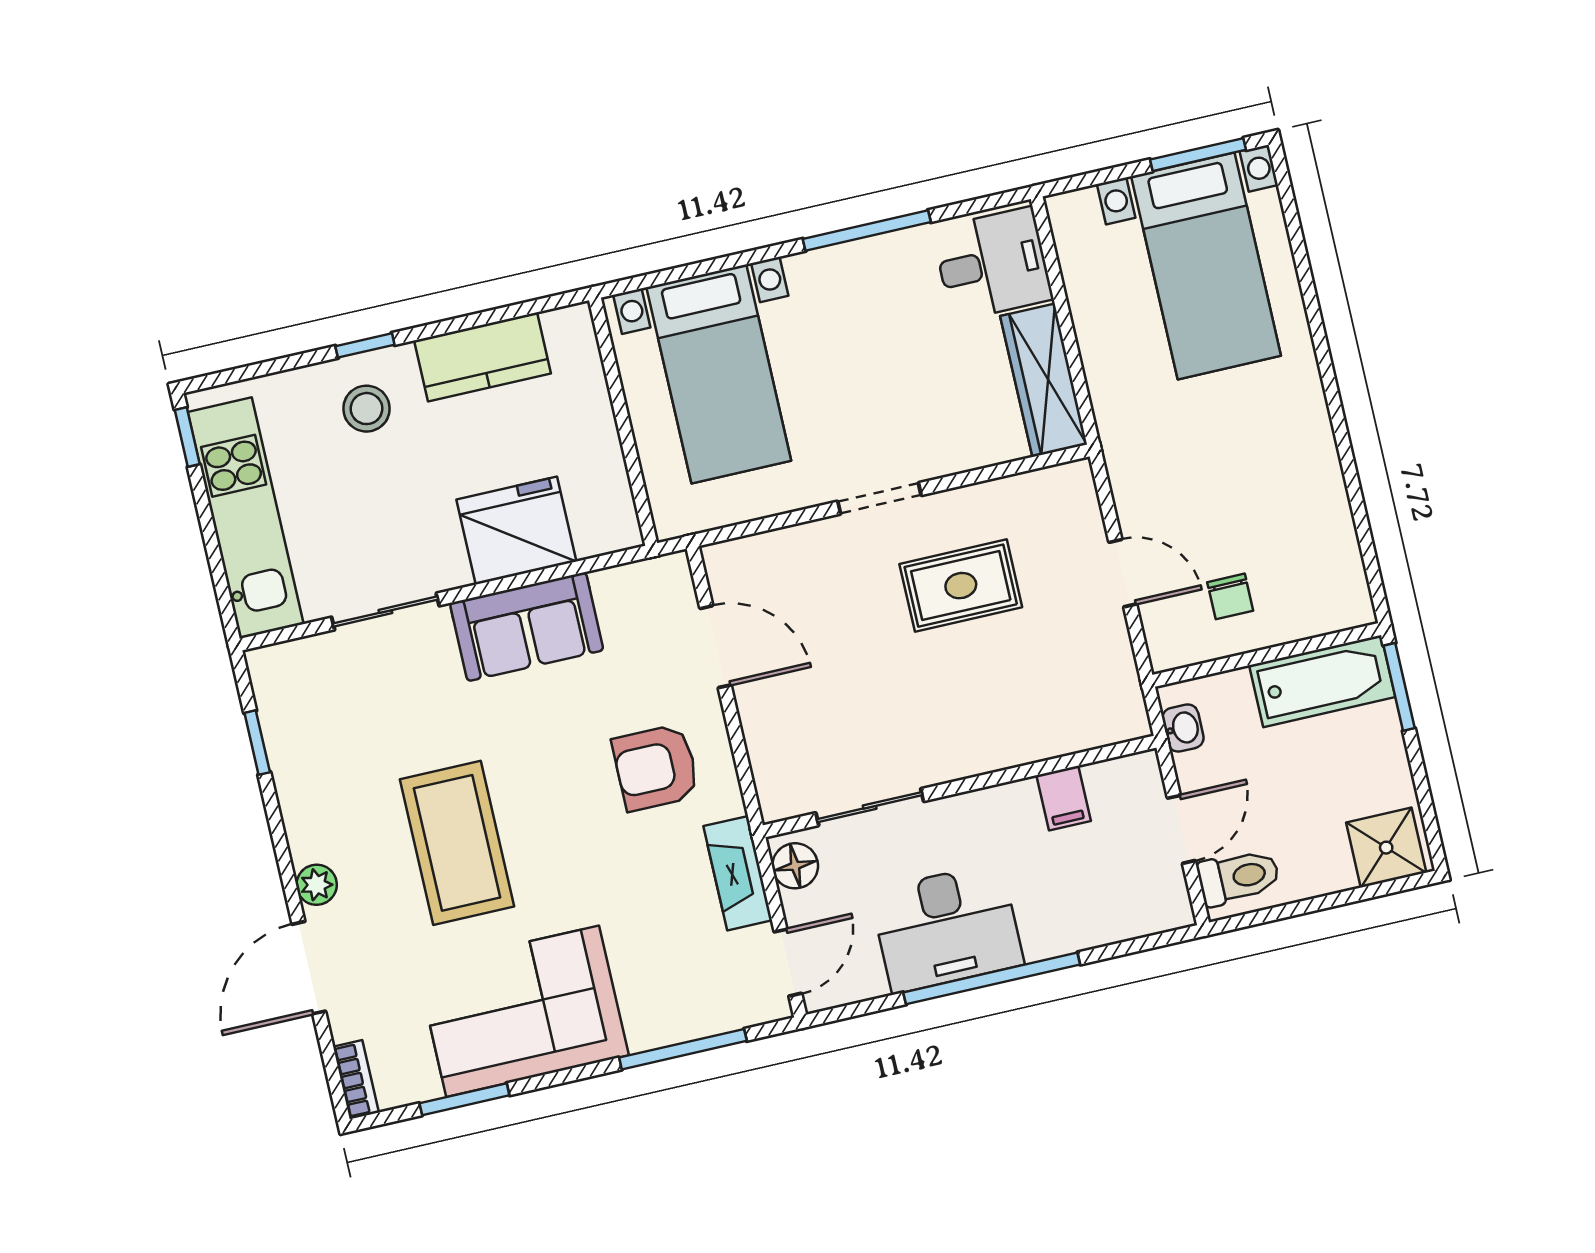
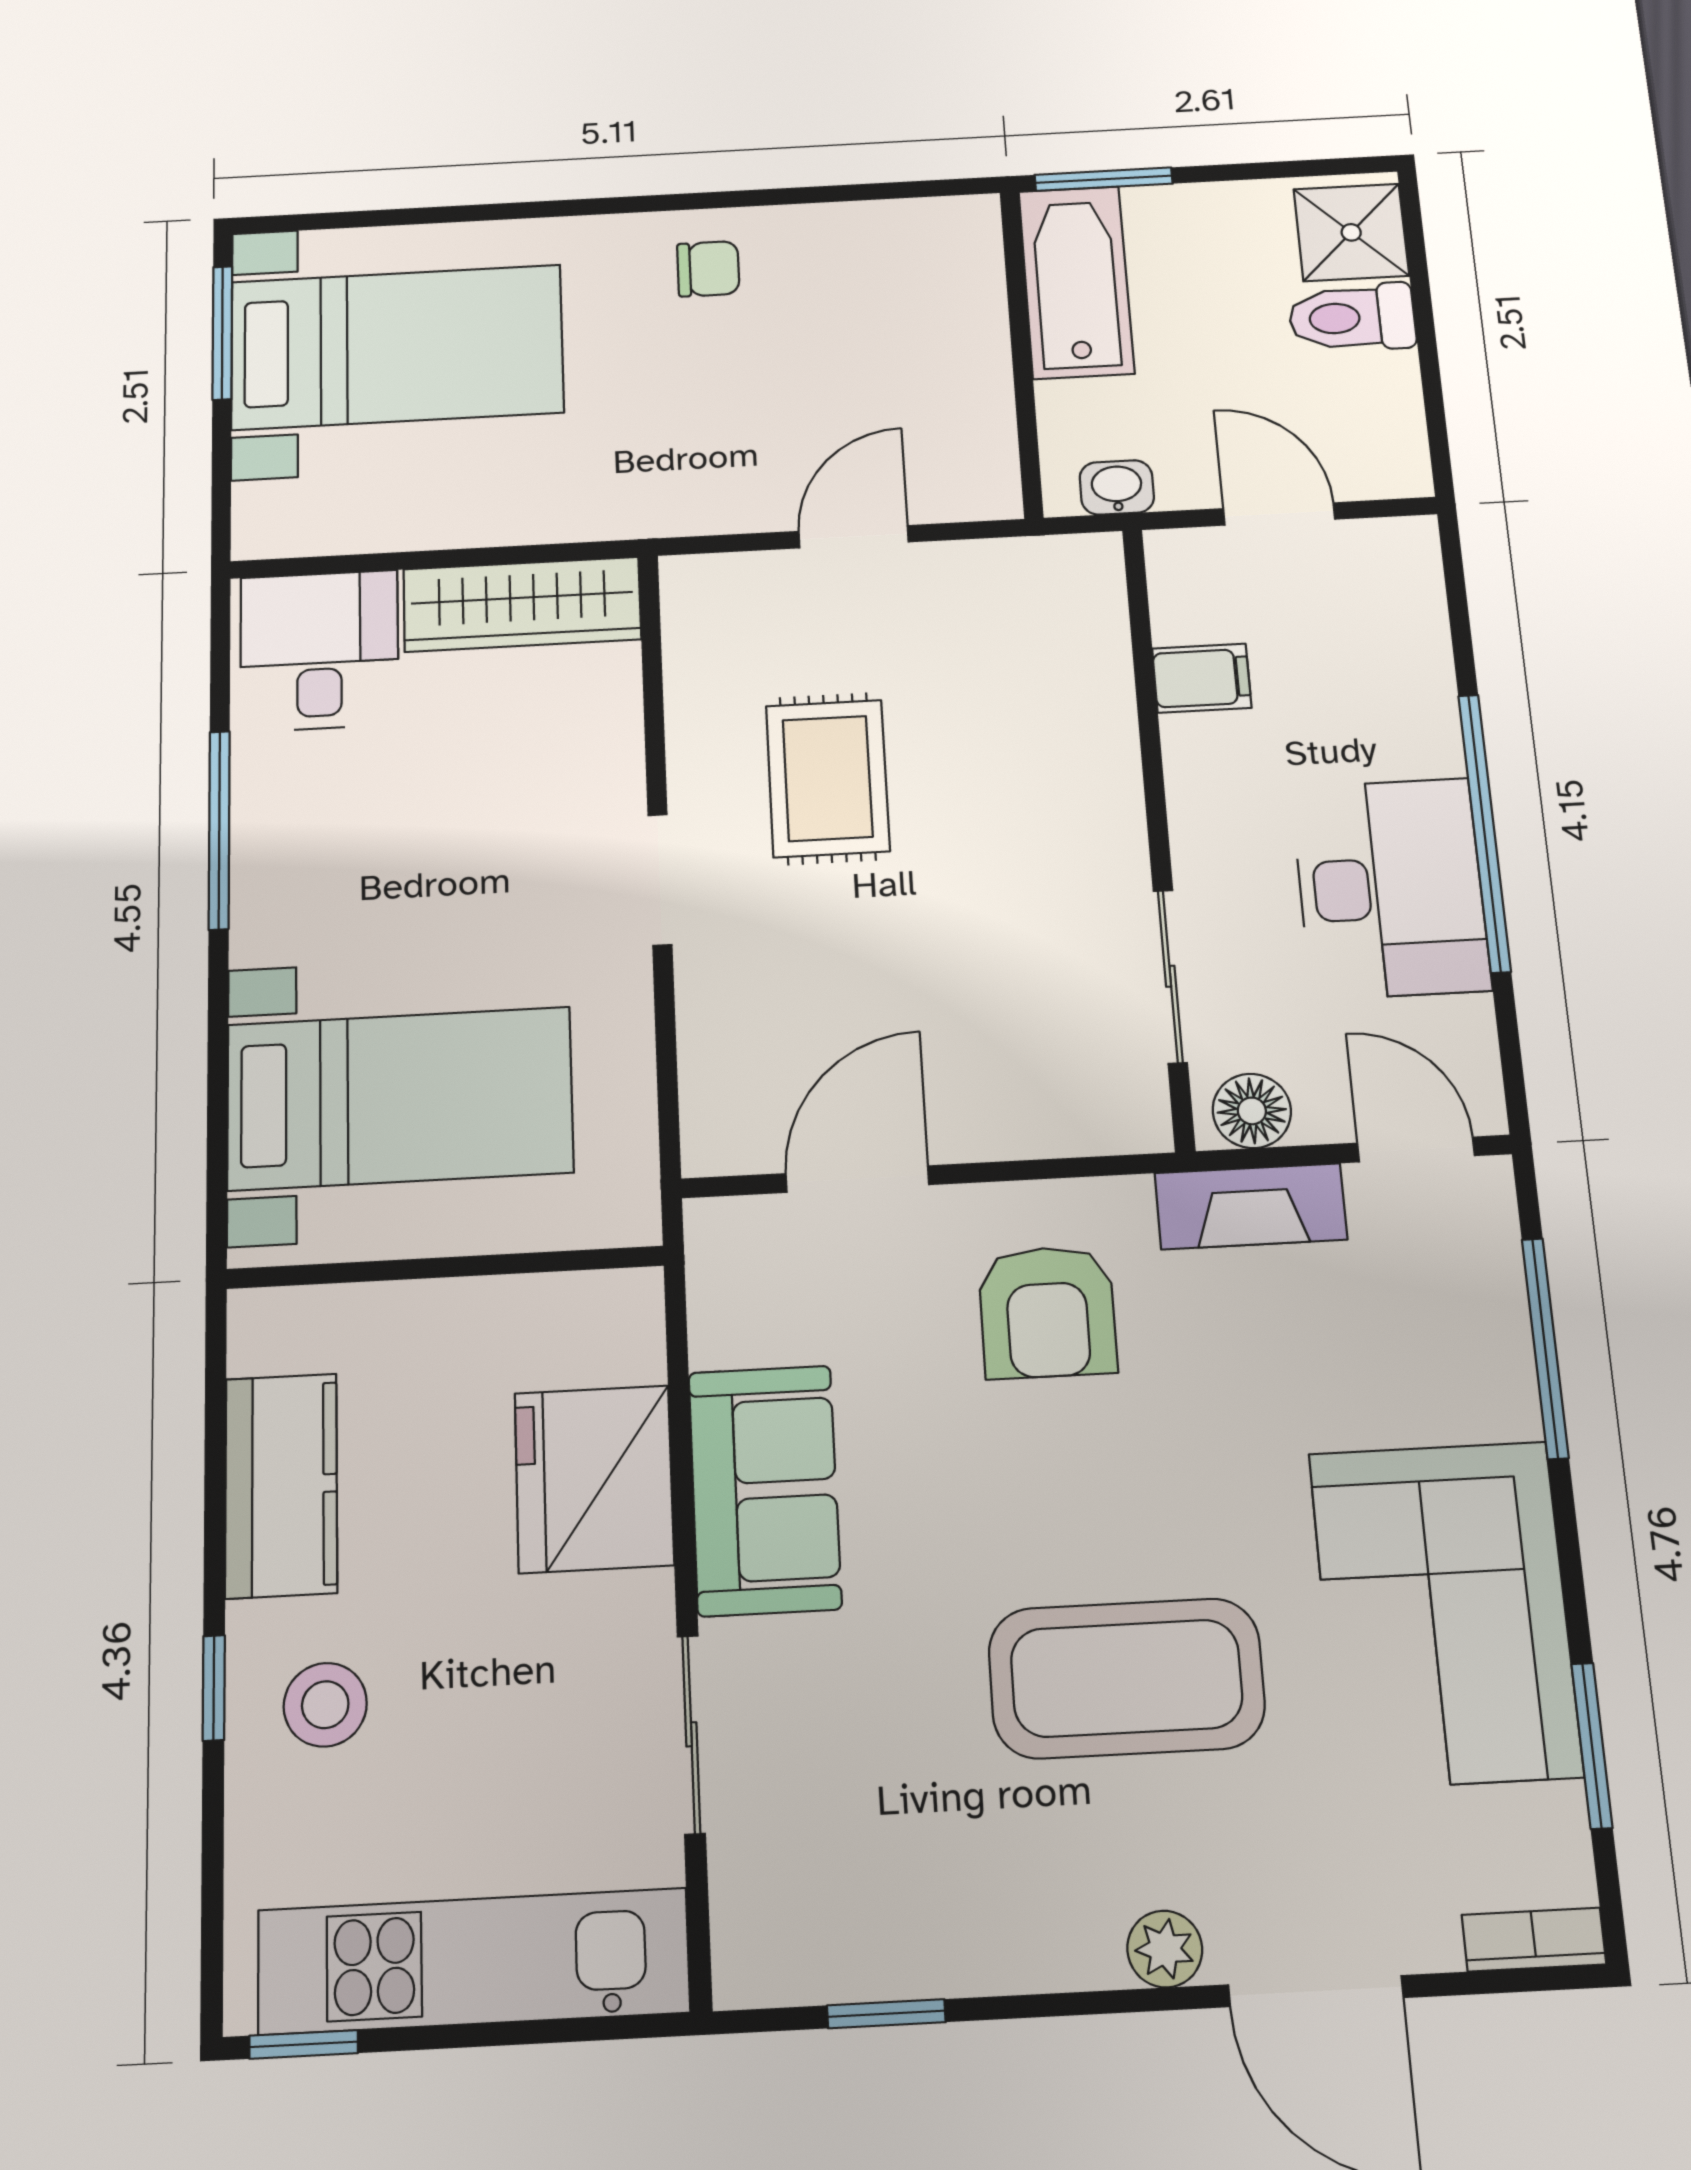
chair: (1230, 596) -> (708, 269), moved
toilet: (1238, 877) -> (1352, 318), moved, turned -90

